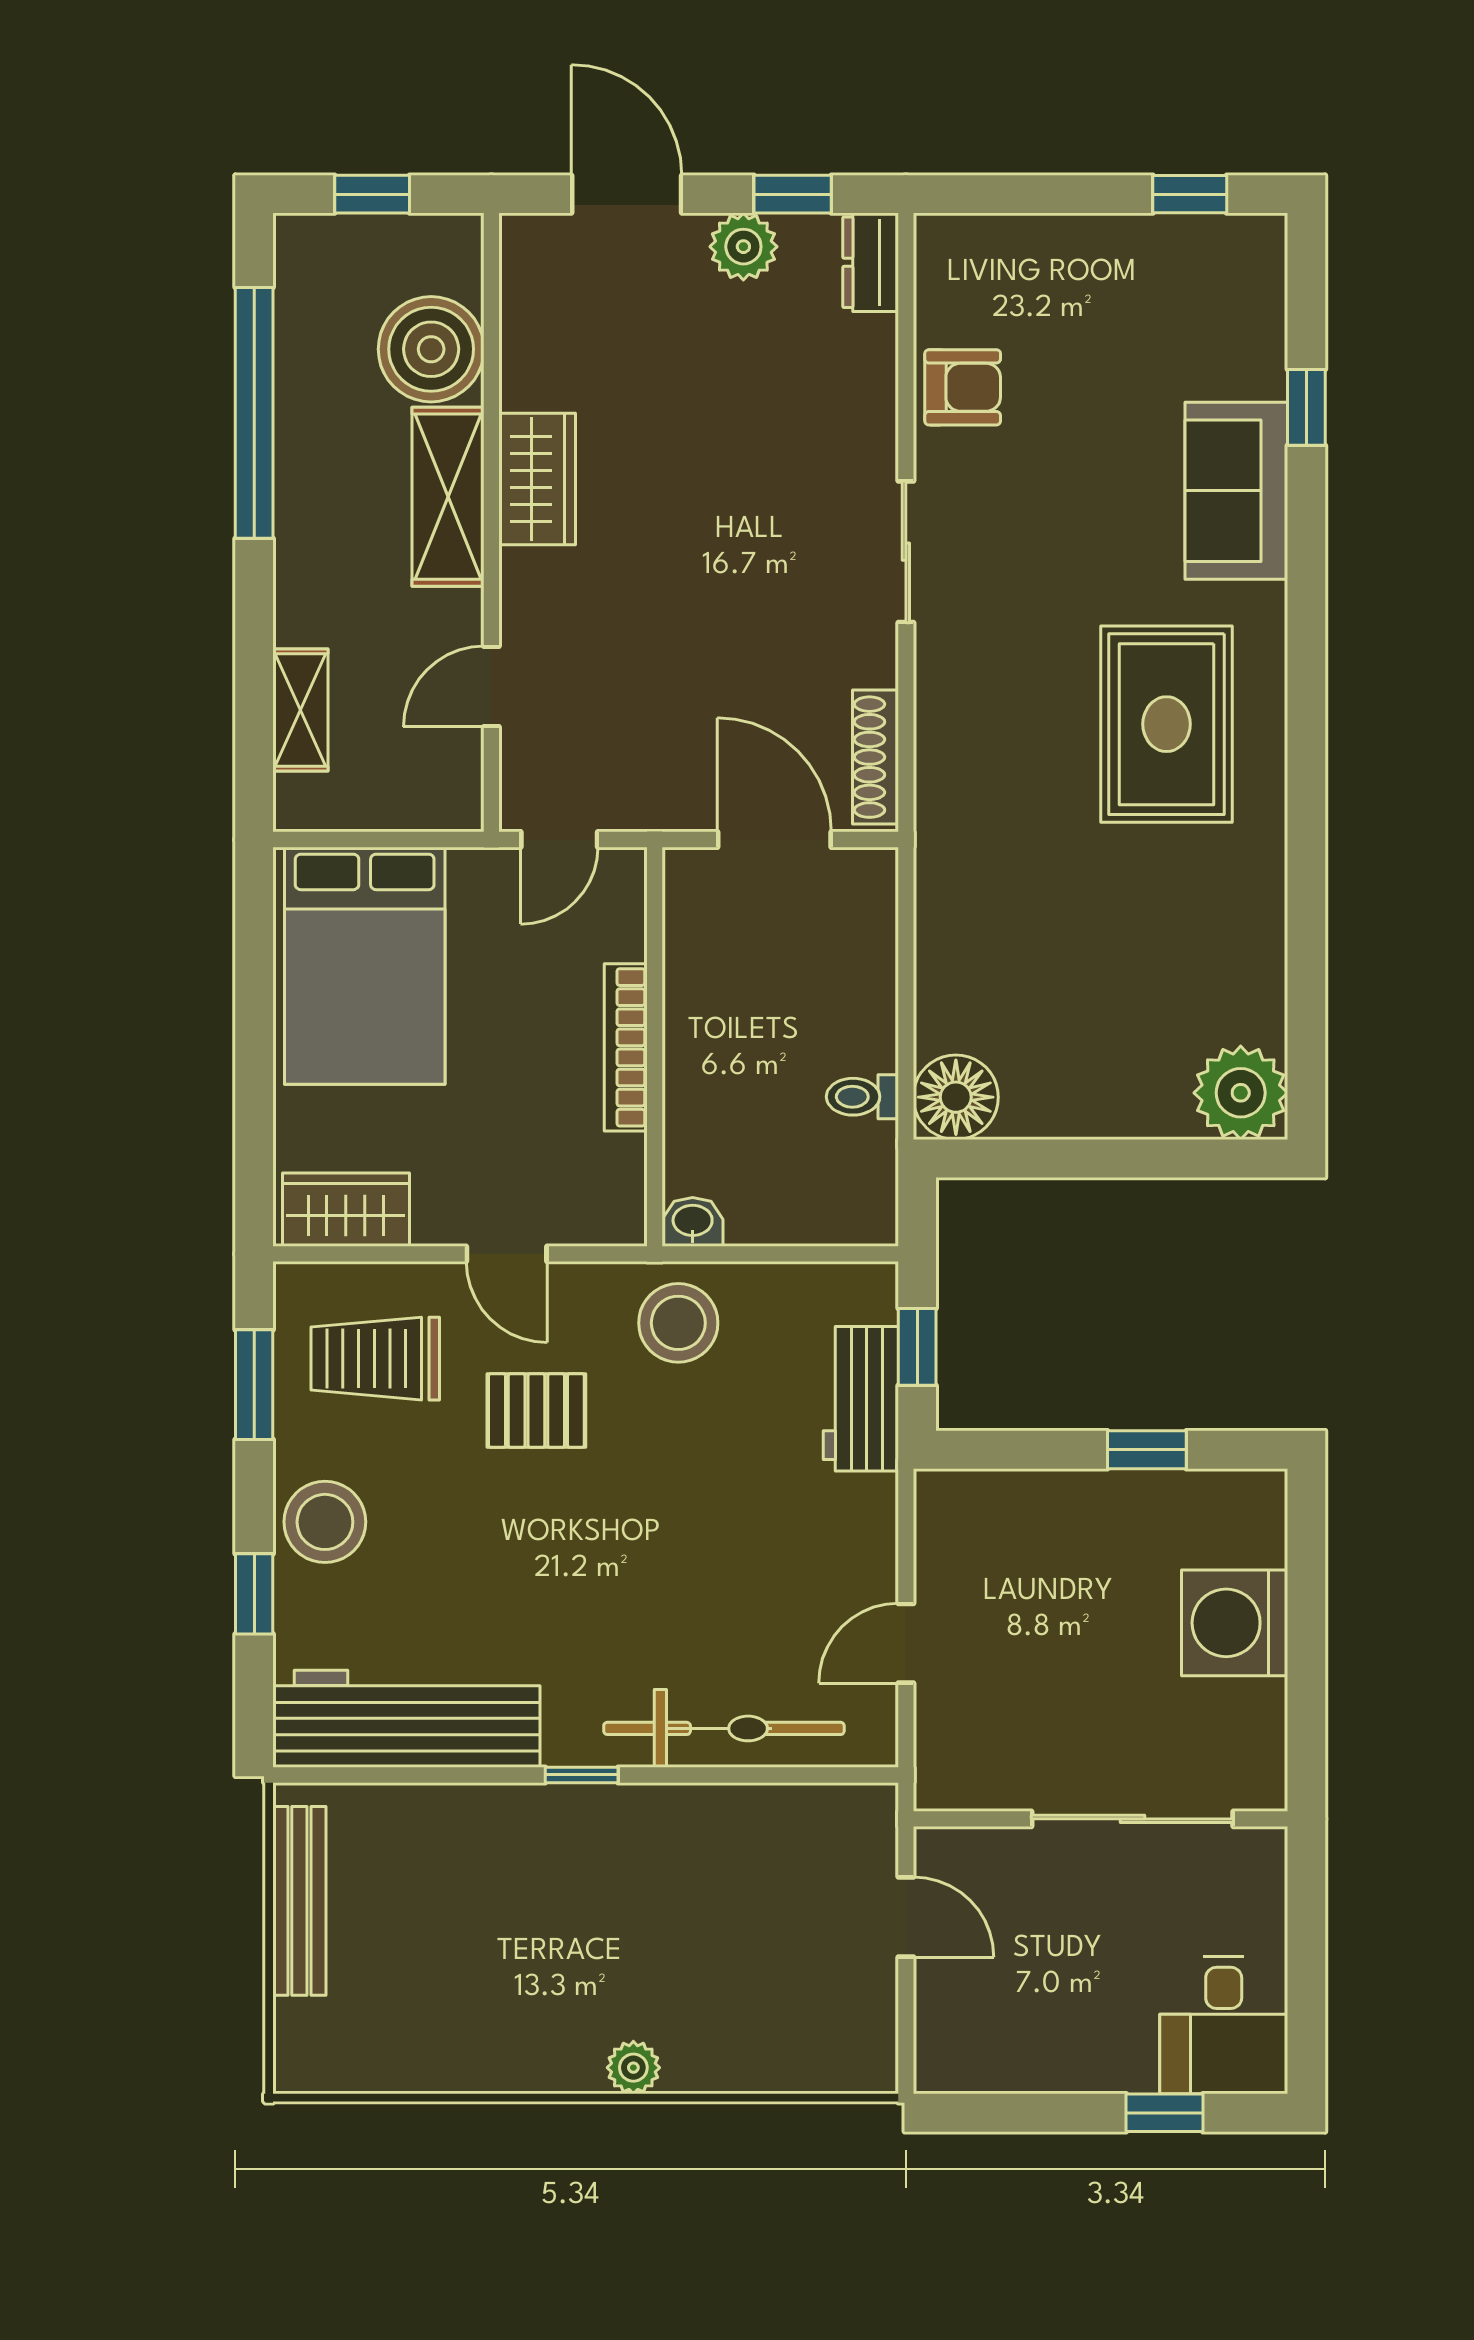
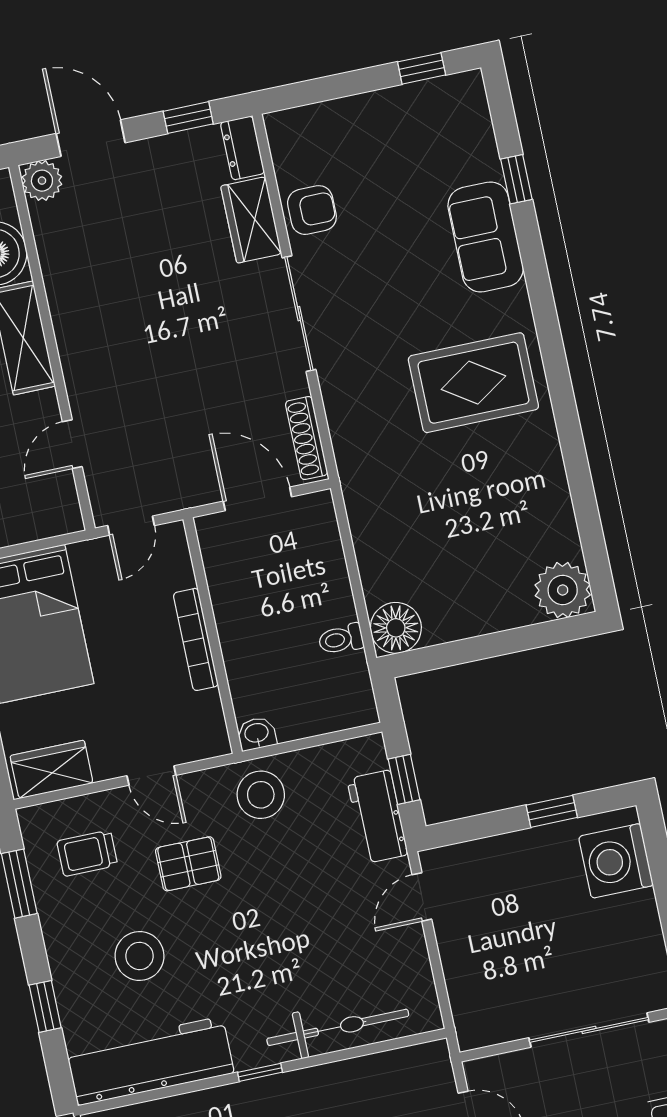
plant: (743, 247) -> (42, 181), moved
wardrobe: (537, 479) -> (251, 220), moved, turned 180
sliding door: (906, 552) -> (299, 314), width x1.37
rug: (1167, 724) -> (473, 383), turned 90
trolley: (375, 1359) -> (87, 853), width x0.73, depth x0.72
stool: (325, 1522) -> (140, 956), moved
washing machine: (1235, 1623) -> (616, 861), moved
door: (906, 1643) -> (422, 897), moved

